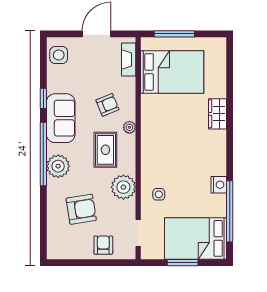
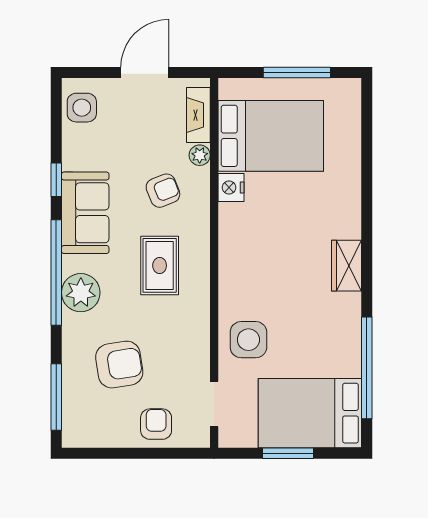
window: (174, 34) -> (297, 73), moved
wardrobe: (218, 114) -> (346, 266), moved
plant: (129, 127) -> (200, 155), moved
nightstand: (219, 185) -> (231, 187), moved, turned 180
plant: (123, 187) -> (190, 328), removed
side table: (159, 194) -> (248, 340), width x1.87, depth x1.87
window: (43, 229) -> (56, 397), added

